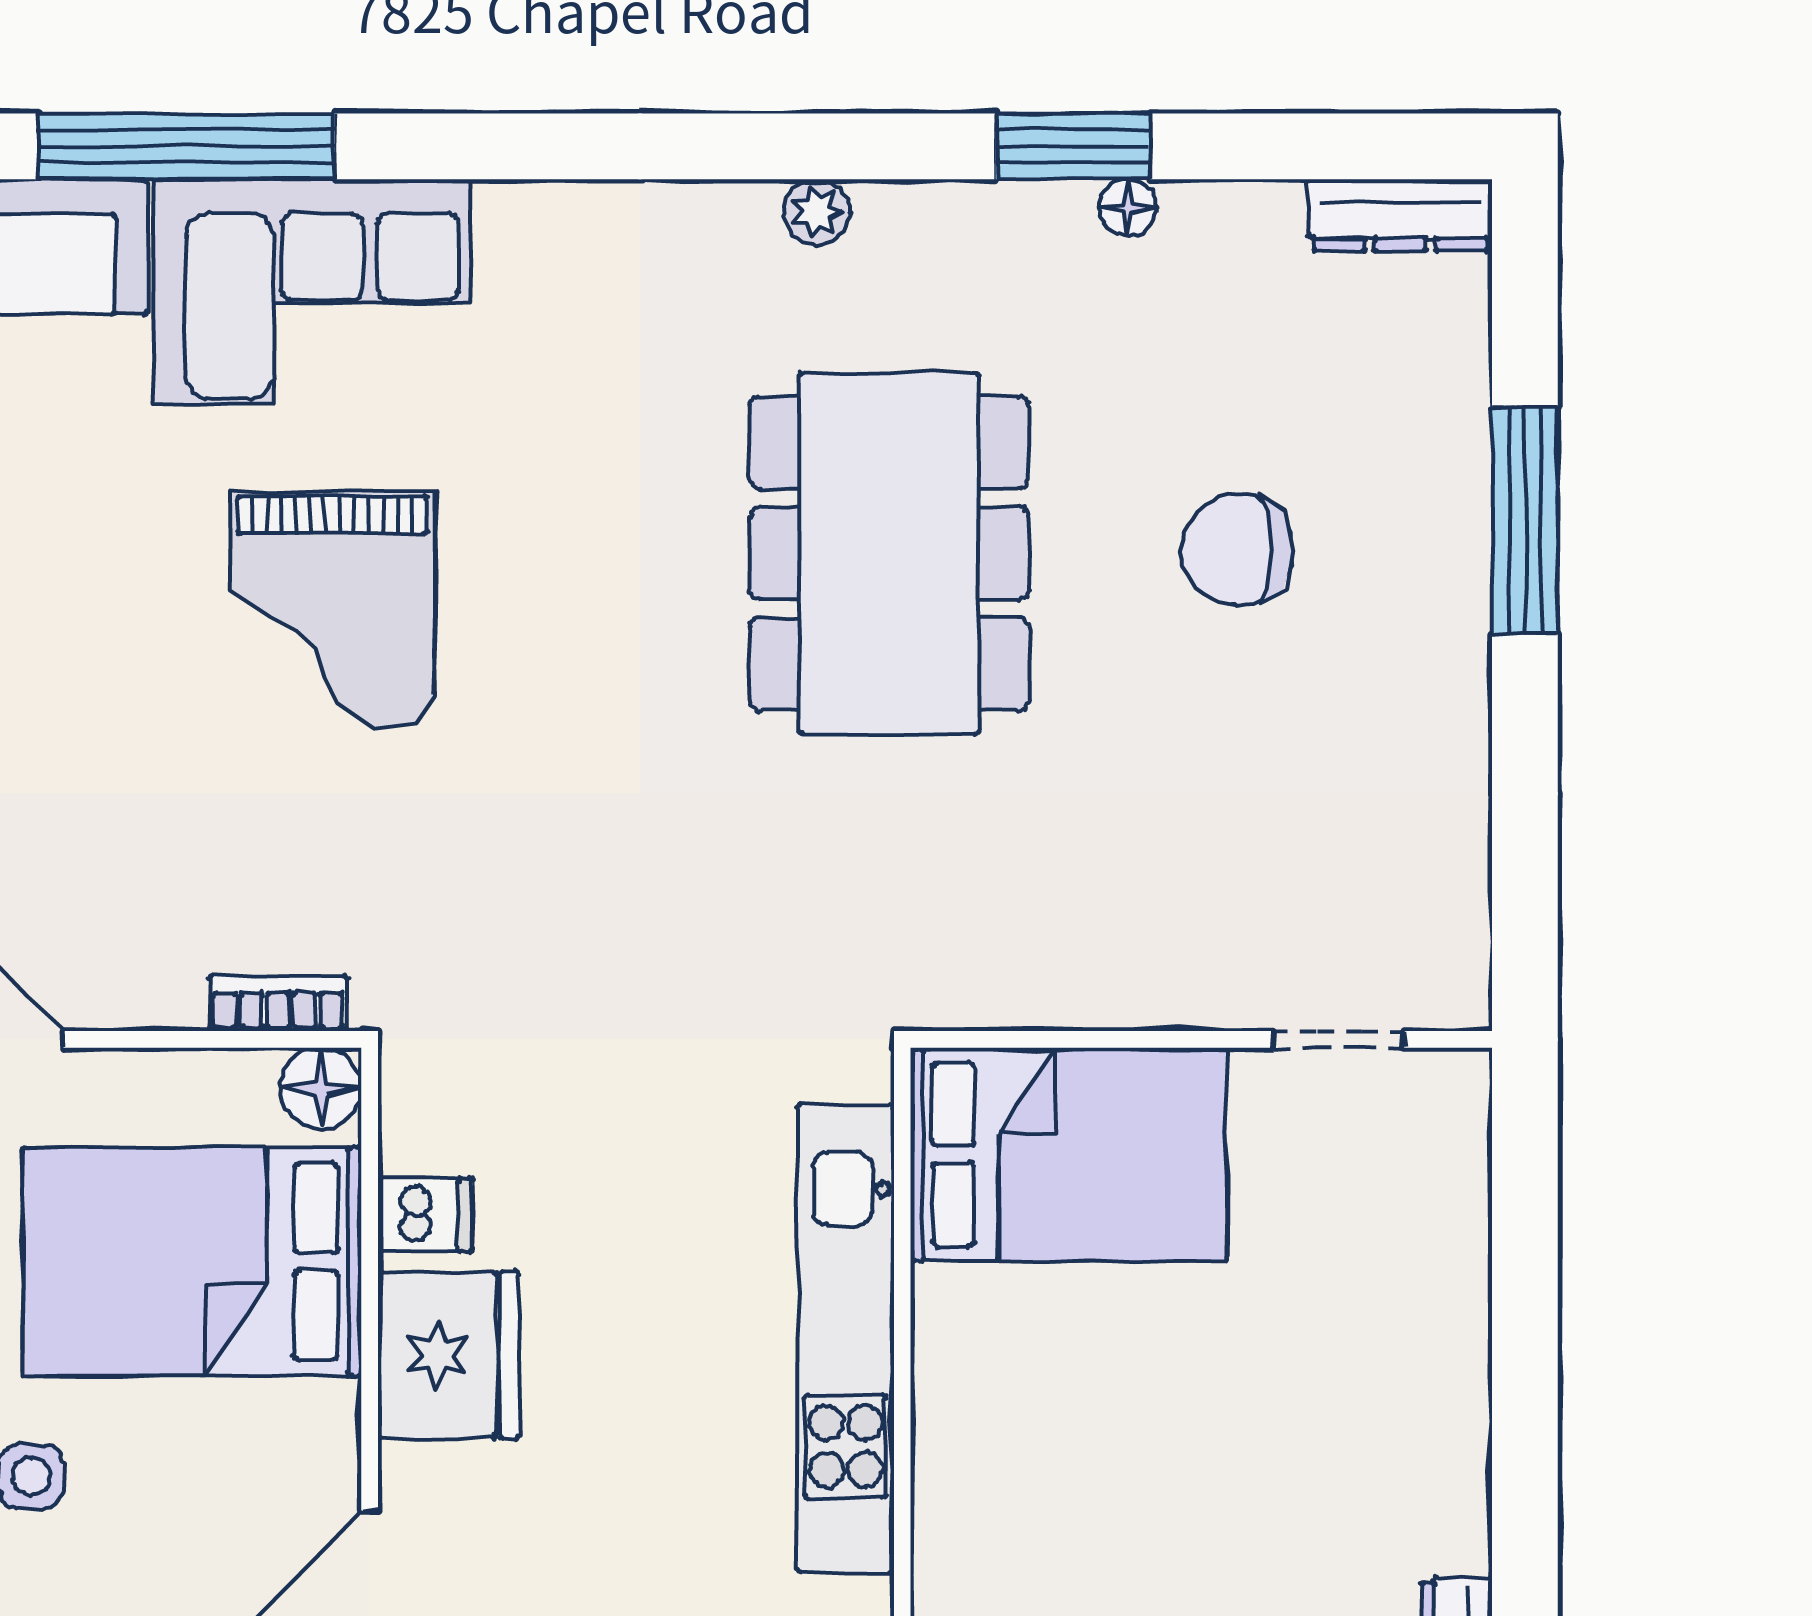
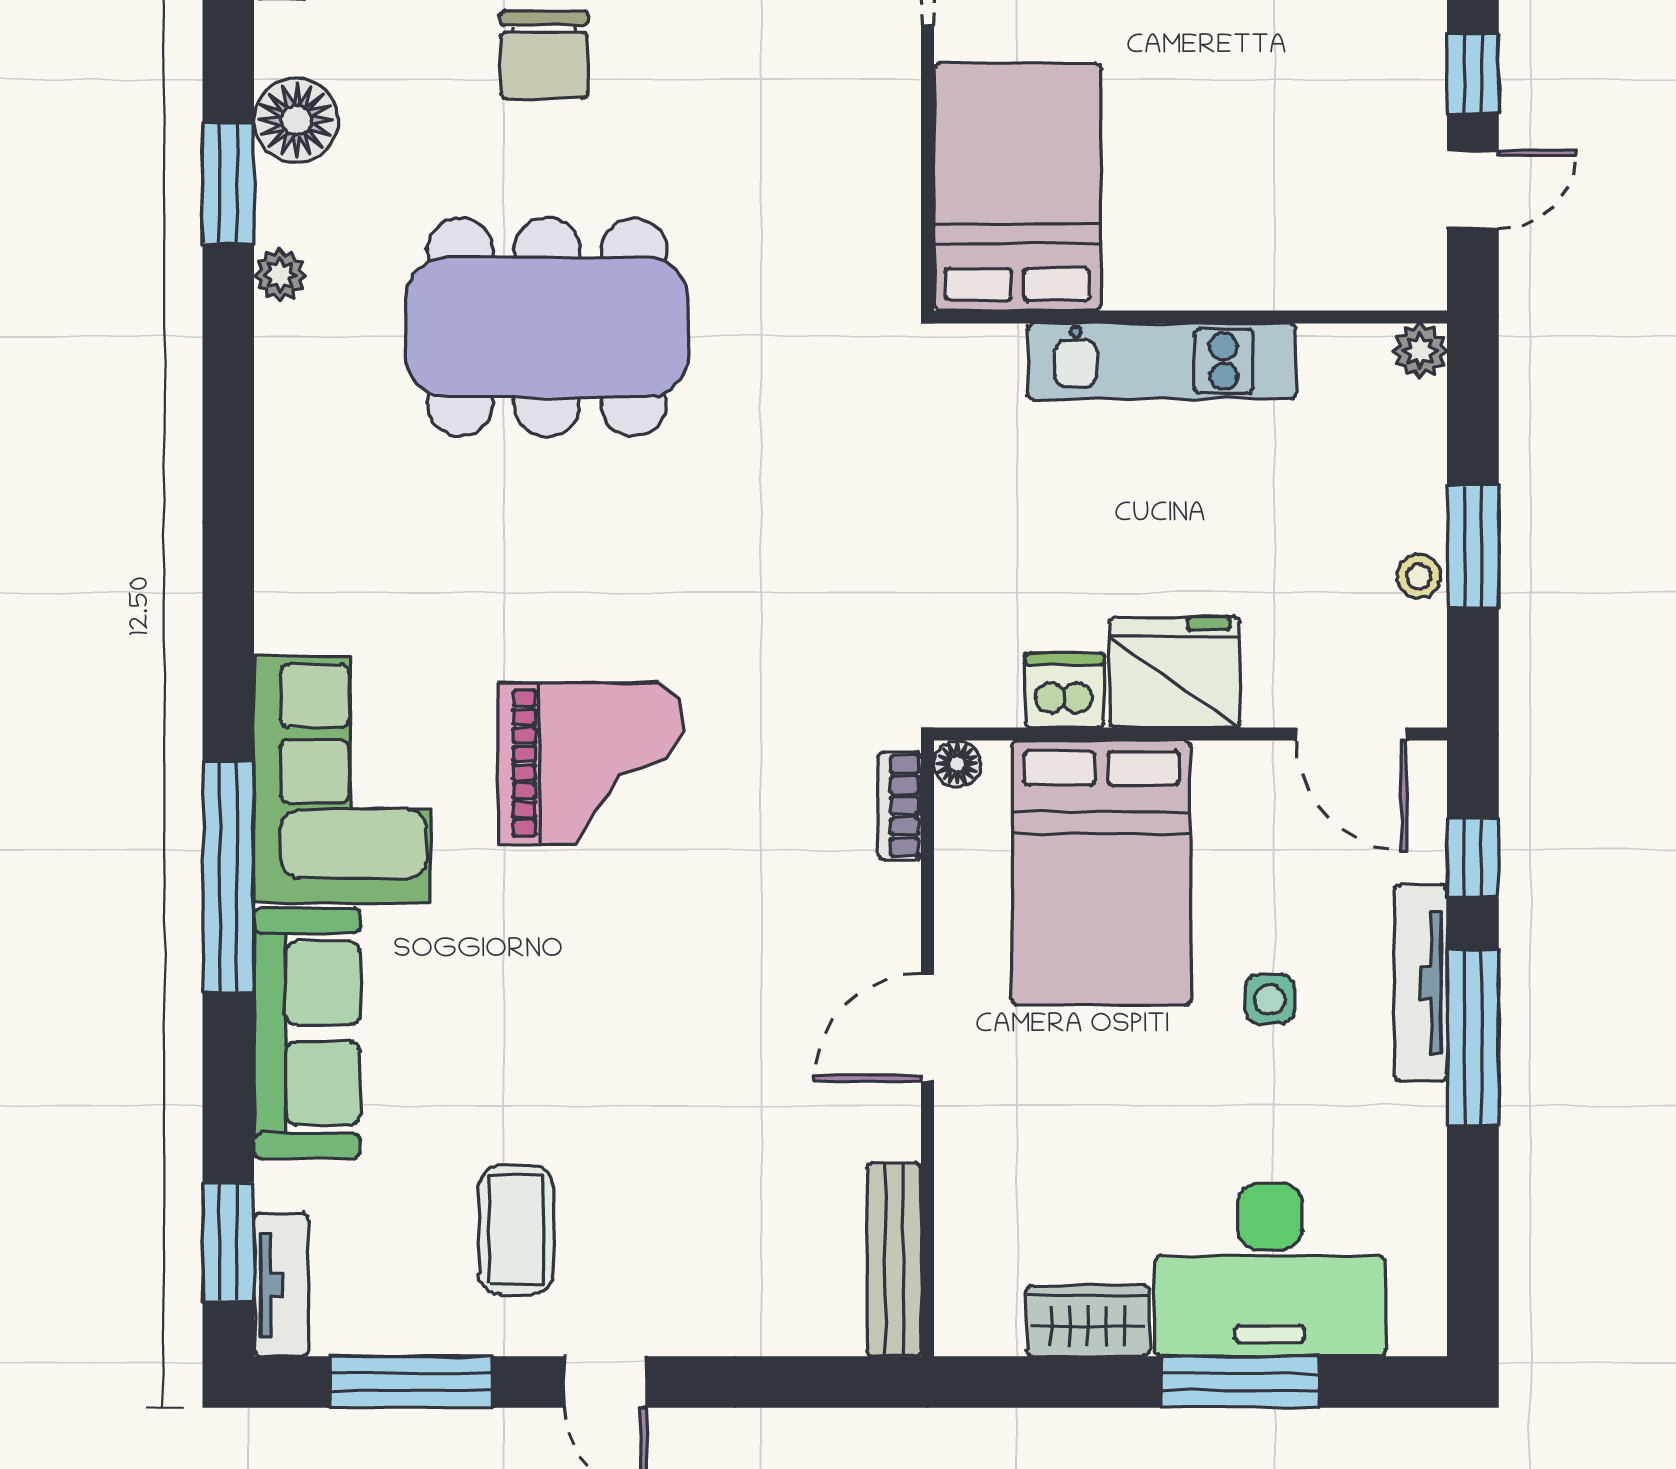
floor lamp: (1128, 208) -> (296, 120), width x1.89, depth x1.89
plant: (817, 212) -> (280, 275), moved
floor lamp: (321, 1088) -> (957, 764), width x0.73, depth x0.73
dishwasher: (425, 1214) -> (1065, 690), width x1.38
kitchen unit: (846, 1339) -> (1162, 361), width x0.73

